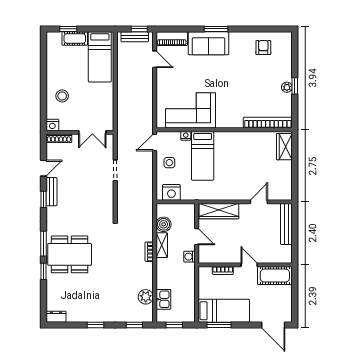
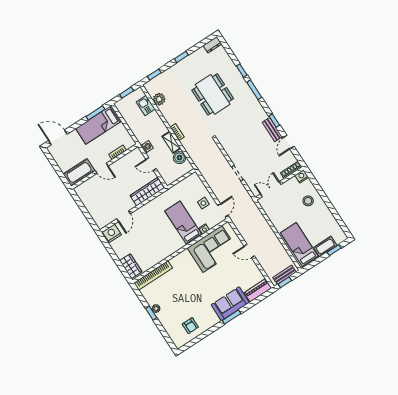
door: (155, 59) -> (249, 251), moved
nightstand: (171, 192) -> (112, 233), moved
bench: (286, 224) -> (94, 213), removed
dining table: (70, 254) -> (213, 94), moved, turned 90

